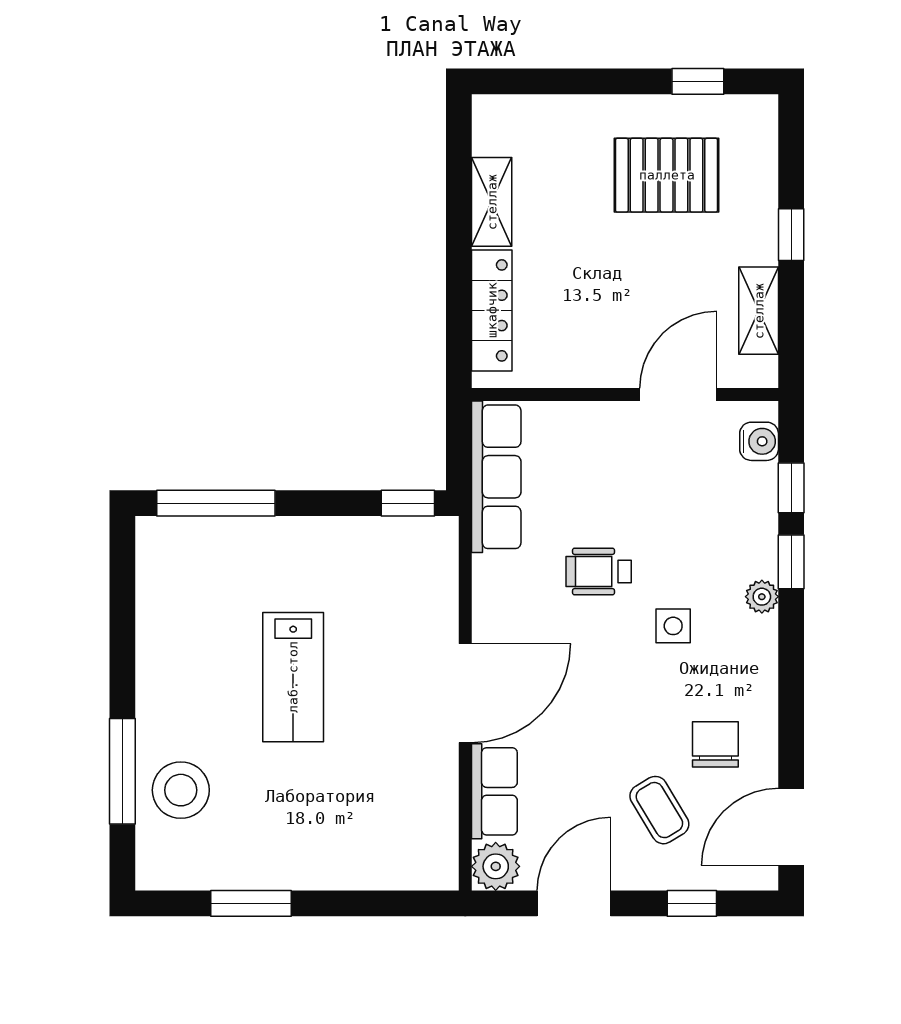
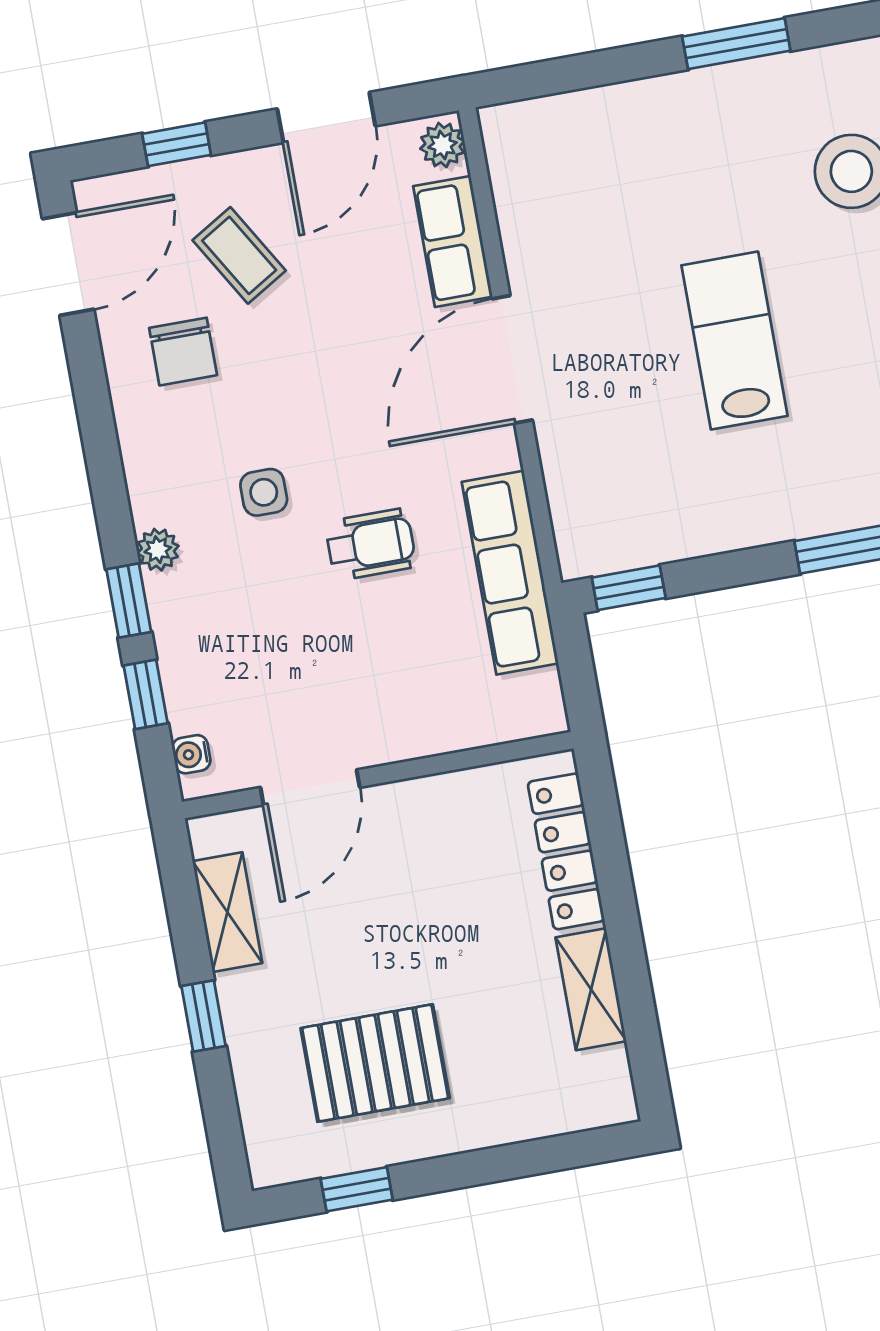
water cooler: (759, 441) -> (191, 754), width x0.72, depth x0.72
row of seats: (496, 477) -> (510, 573), moved
plant: (496, 866) -> (442, 145), width x0.73, depth x0.73

